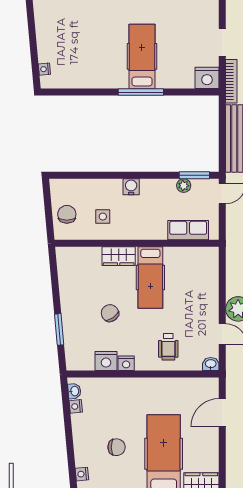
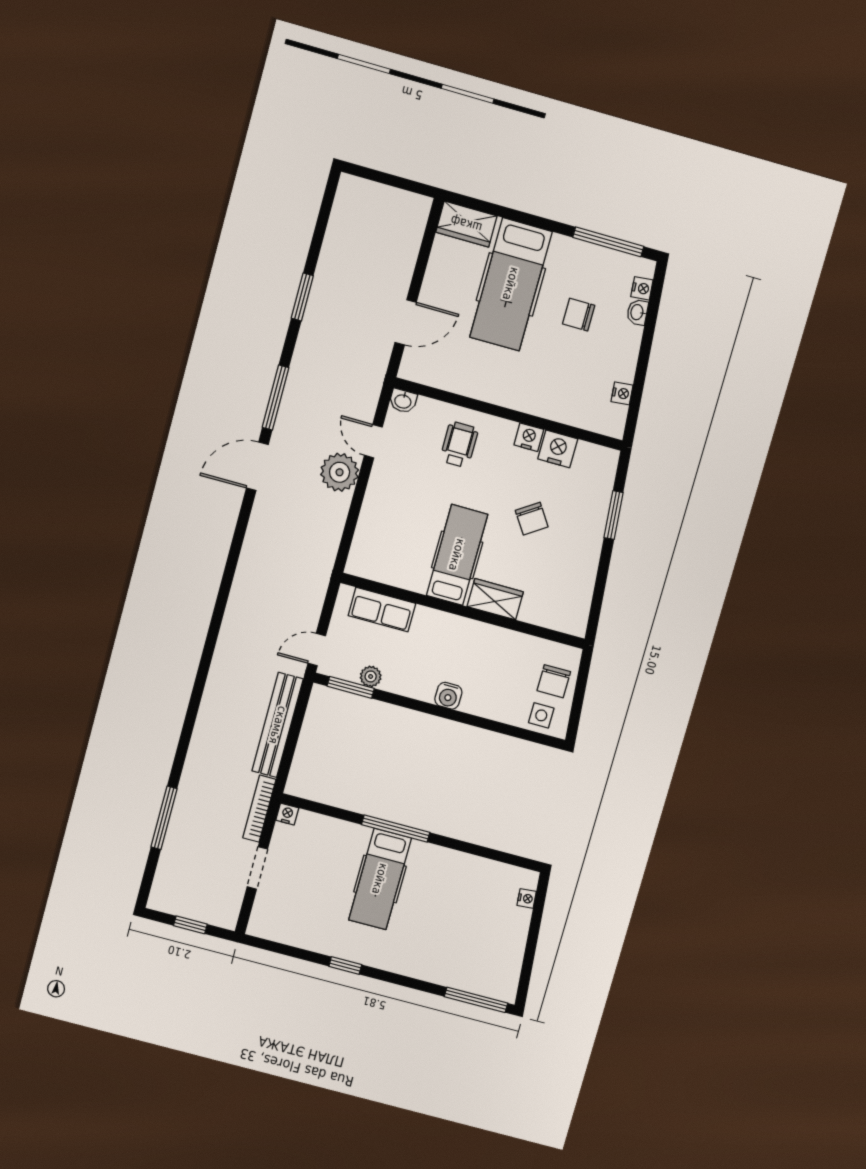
nightstand: (207, 78) -> (287, 814), width x0.53, depth x0.56
side table: (103, 217) -> (541, 715), moved
washbasin: (74, 391) -> (637, 312), moved

